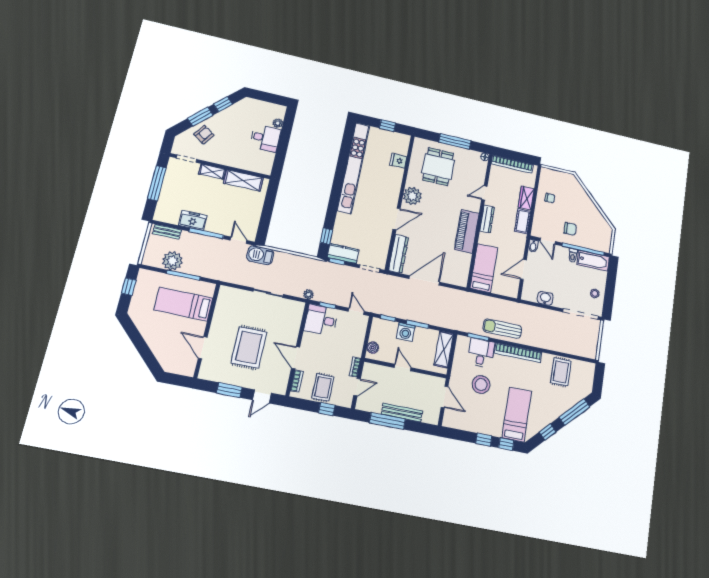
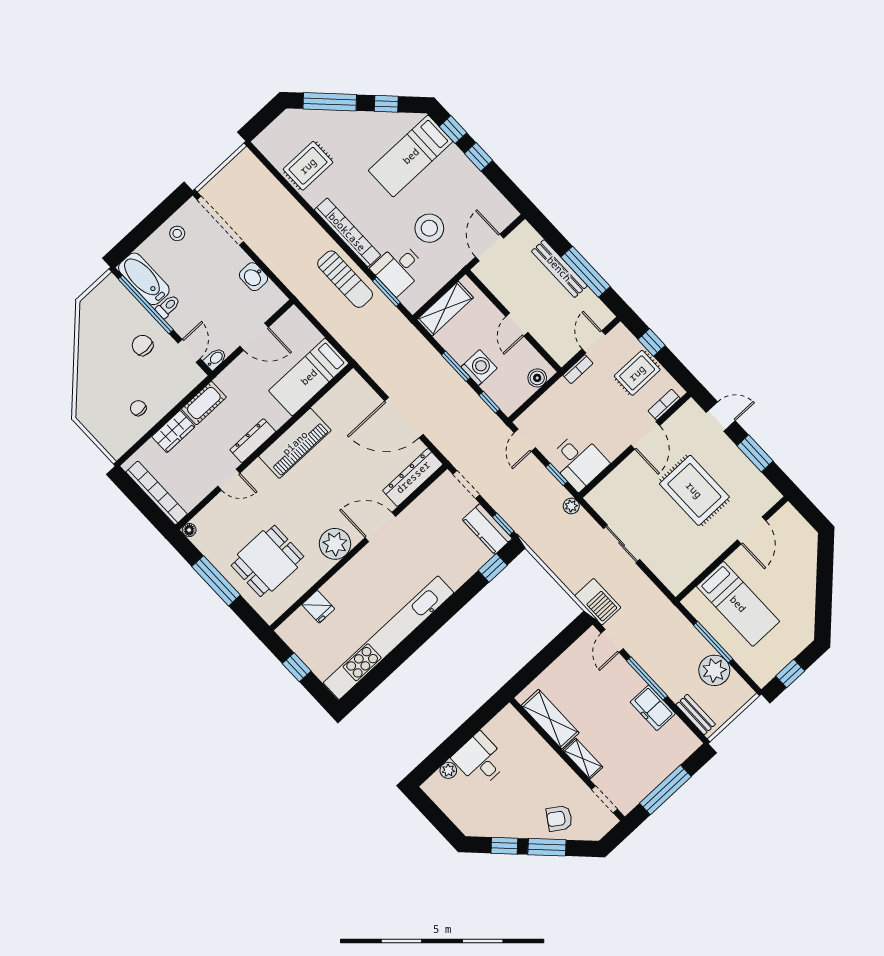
rug: (249, 347) -> (694, 490), turned 90
door: (357, 387) -> (594, 342), hinge flipped

